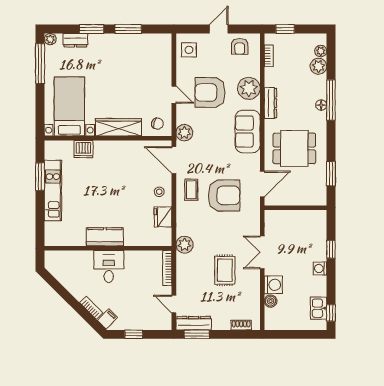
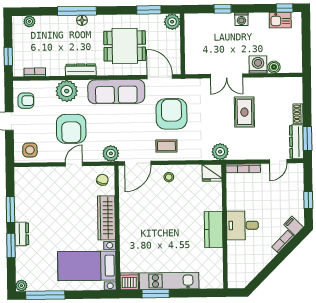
dresser: (75, 40) -> (22, 234), moved
plant: (318, 66) -> (172, 22), moved
sofa: (248, 131) -> (116, 92), width x1.36
dining table: (294, 148) -> (125, 46), turned 90
dishwasher: (83, 149) -> (129, 281), moved, turned -90
fridge: (163, 217) -> (212, 173), moved
rug: (225, 270) -> (244, 112), turned 90
shoe rack: (241, 325) -> (298, 114), moved

